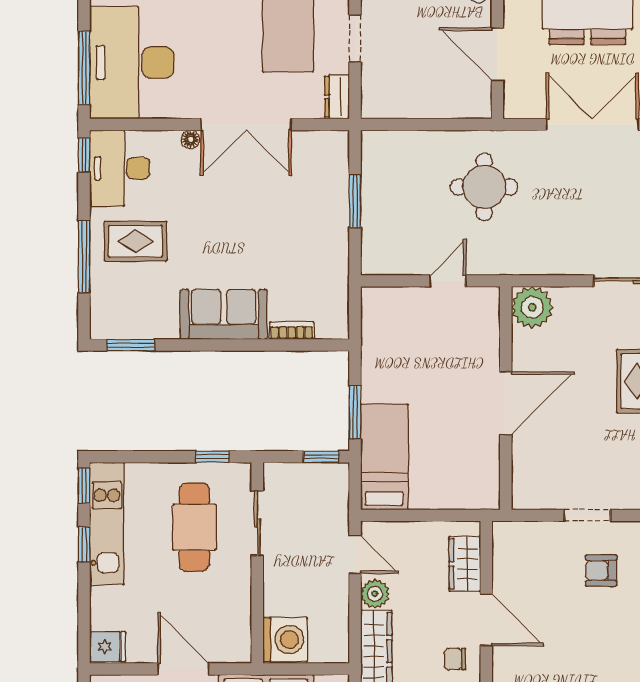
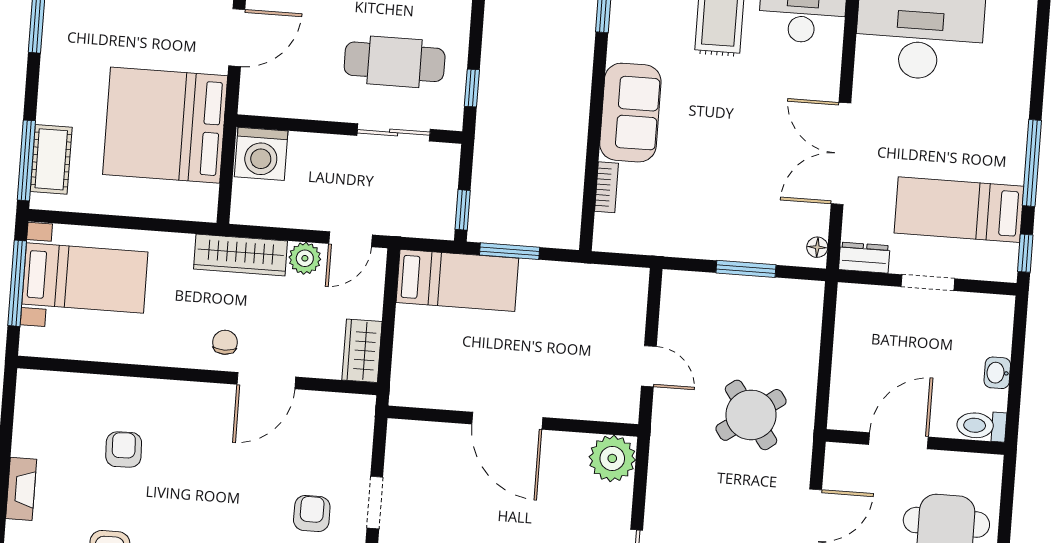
floor lamp: (191, 139) -> (817, 247), moved
round table: (484, 187) -> (751, 415), turned -36
wardrobe: (465, 564) -> (362, 351), moved, turned -90

